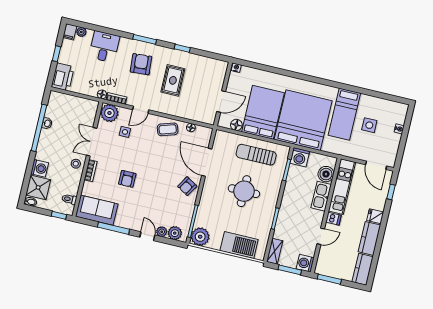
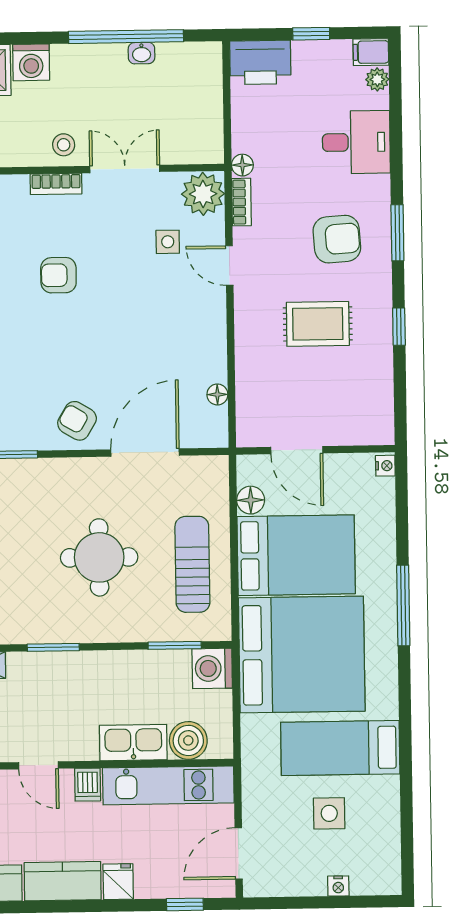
window: (294, 75) -> (403, 605), added
coffee table: (168, 129) -> (199, 341), removed

